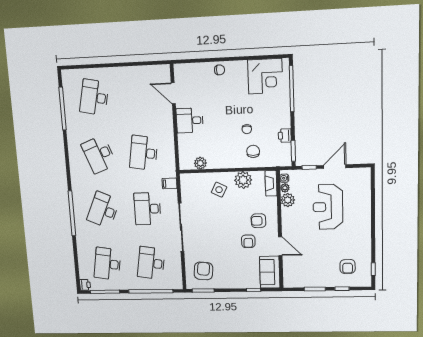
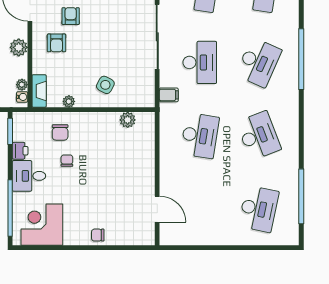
desk: (190, 121) -> (29, 176), moved, turned 180
plant: (243, 180) -> (69, 101), width x0.53, depth x0.53
plant: (288, 200) -> (19, 47), moved
armchair: (258, 221) -> (57, 43), turned 91

